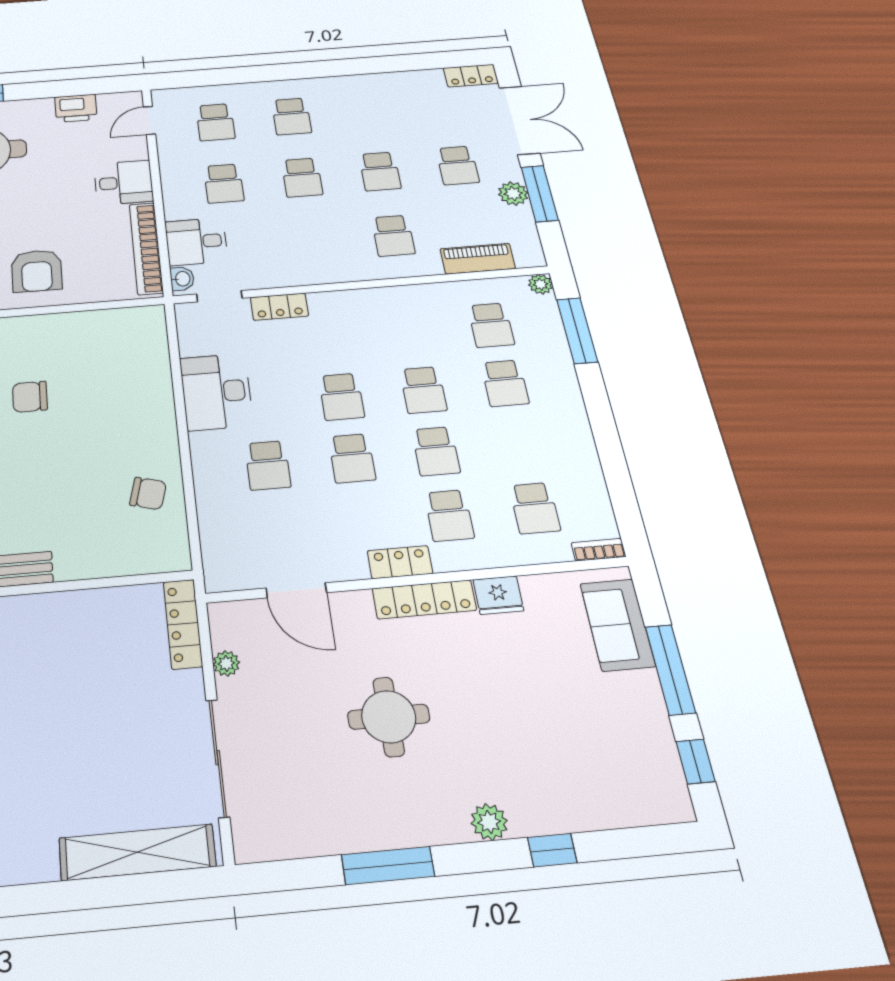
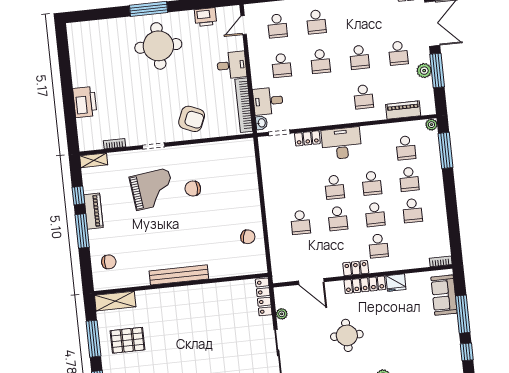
armchair: (37, 271) -> (192, 119), turned -67
desk: (216, 392) -> (341, 143), moved, turned 90
school desk: (535, 508) -> (412, 211), moved

